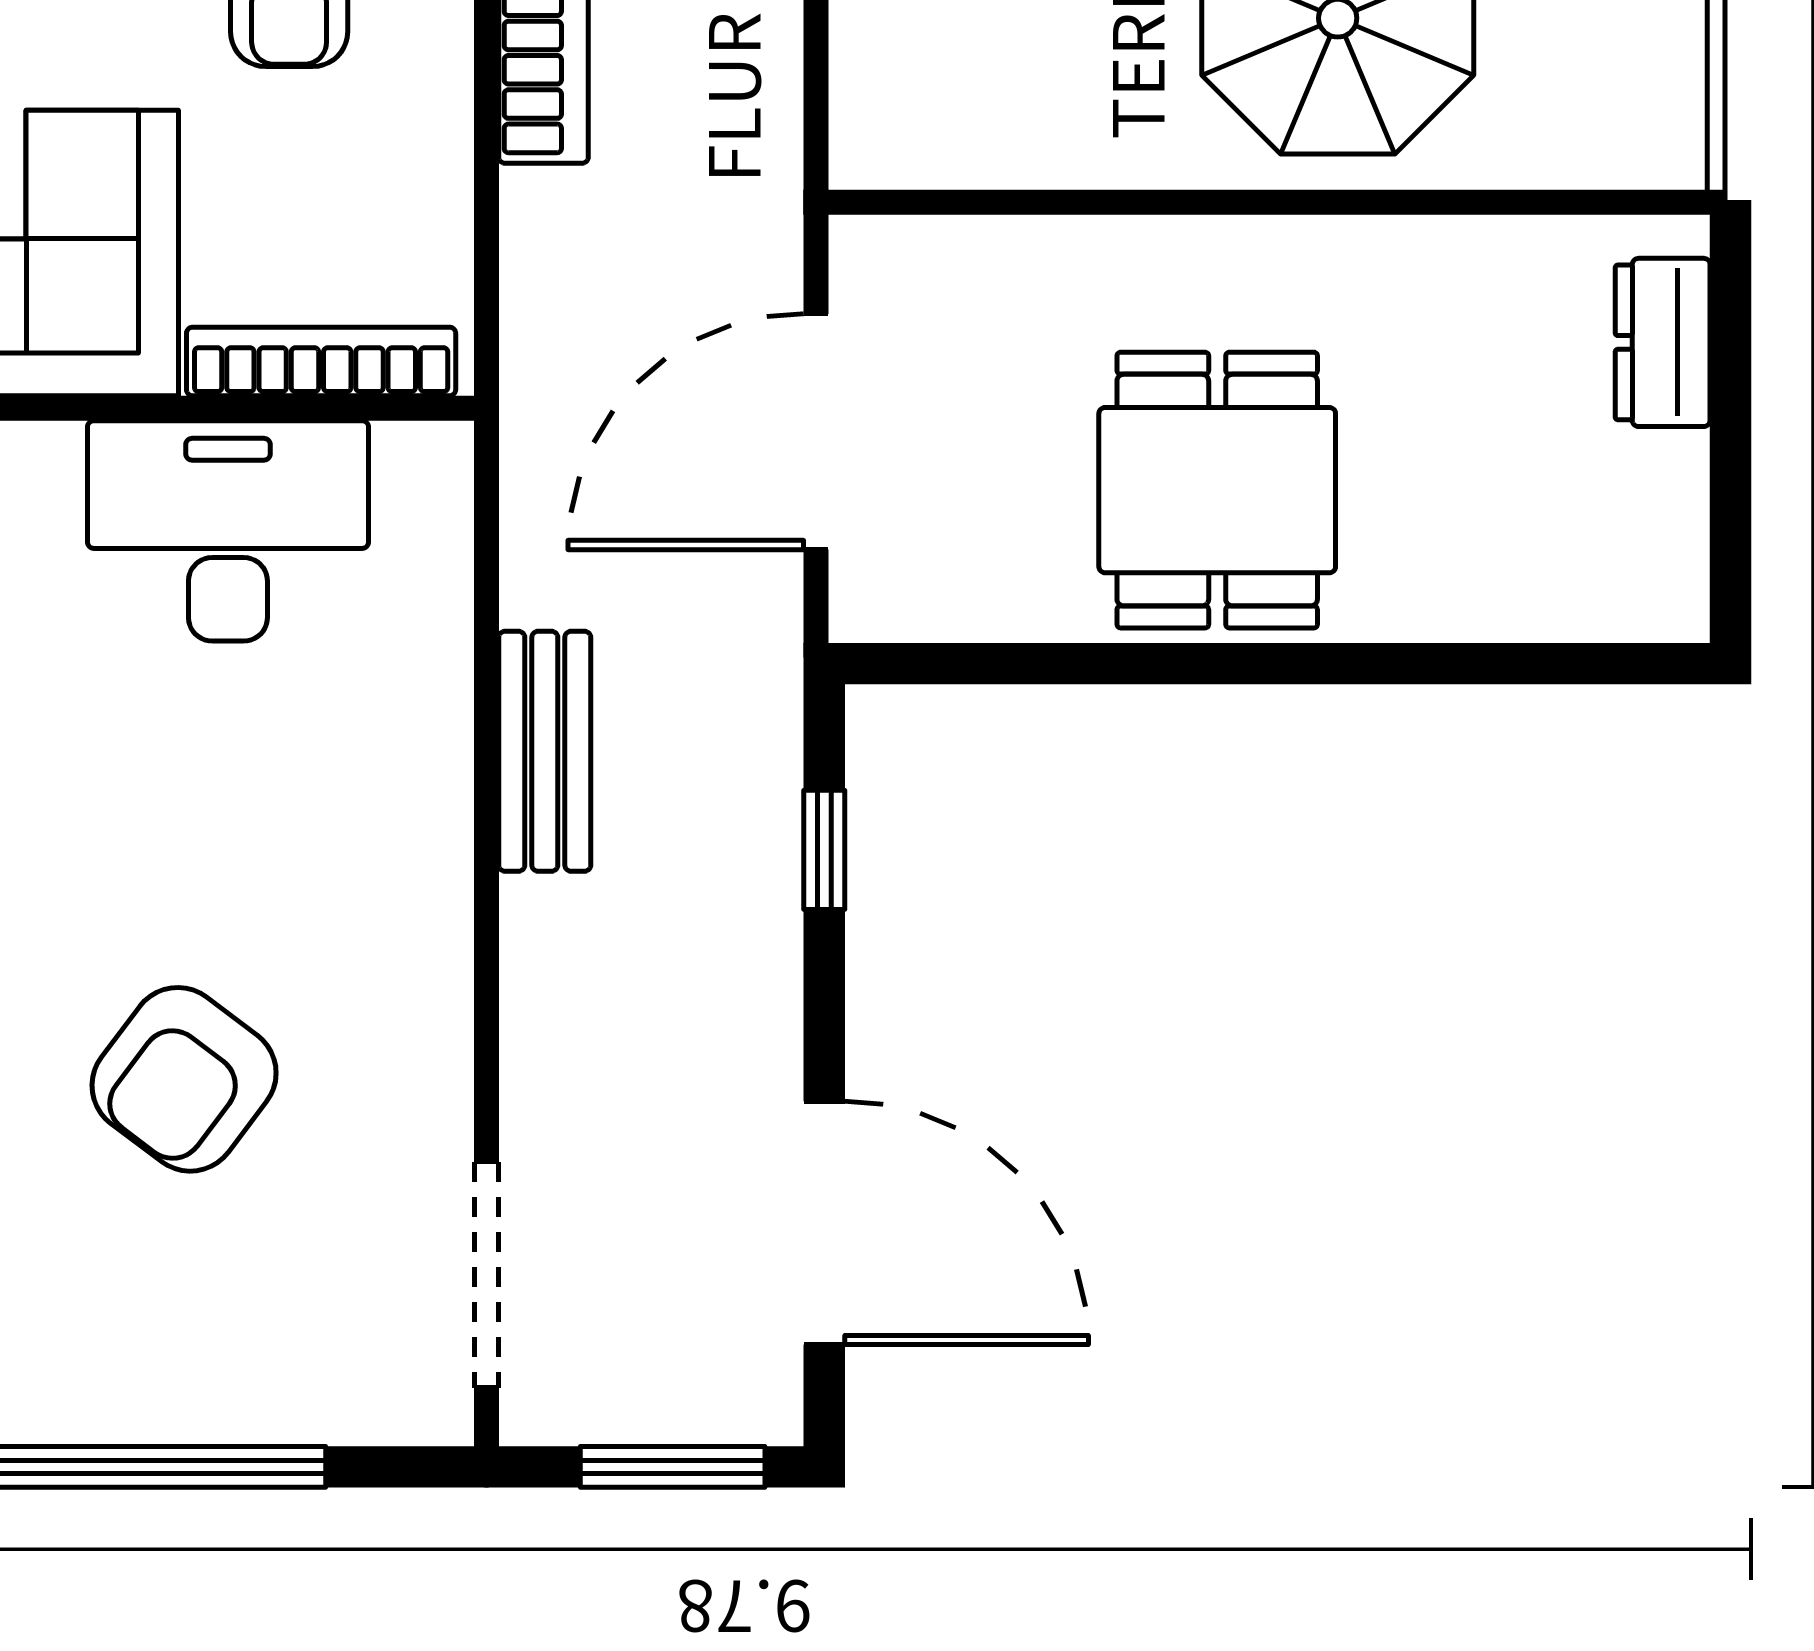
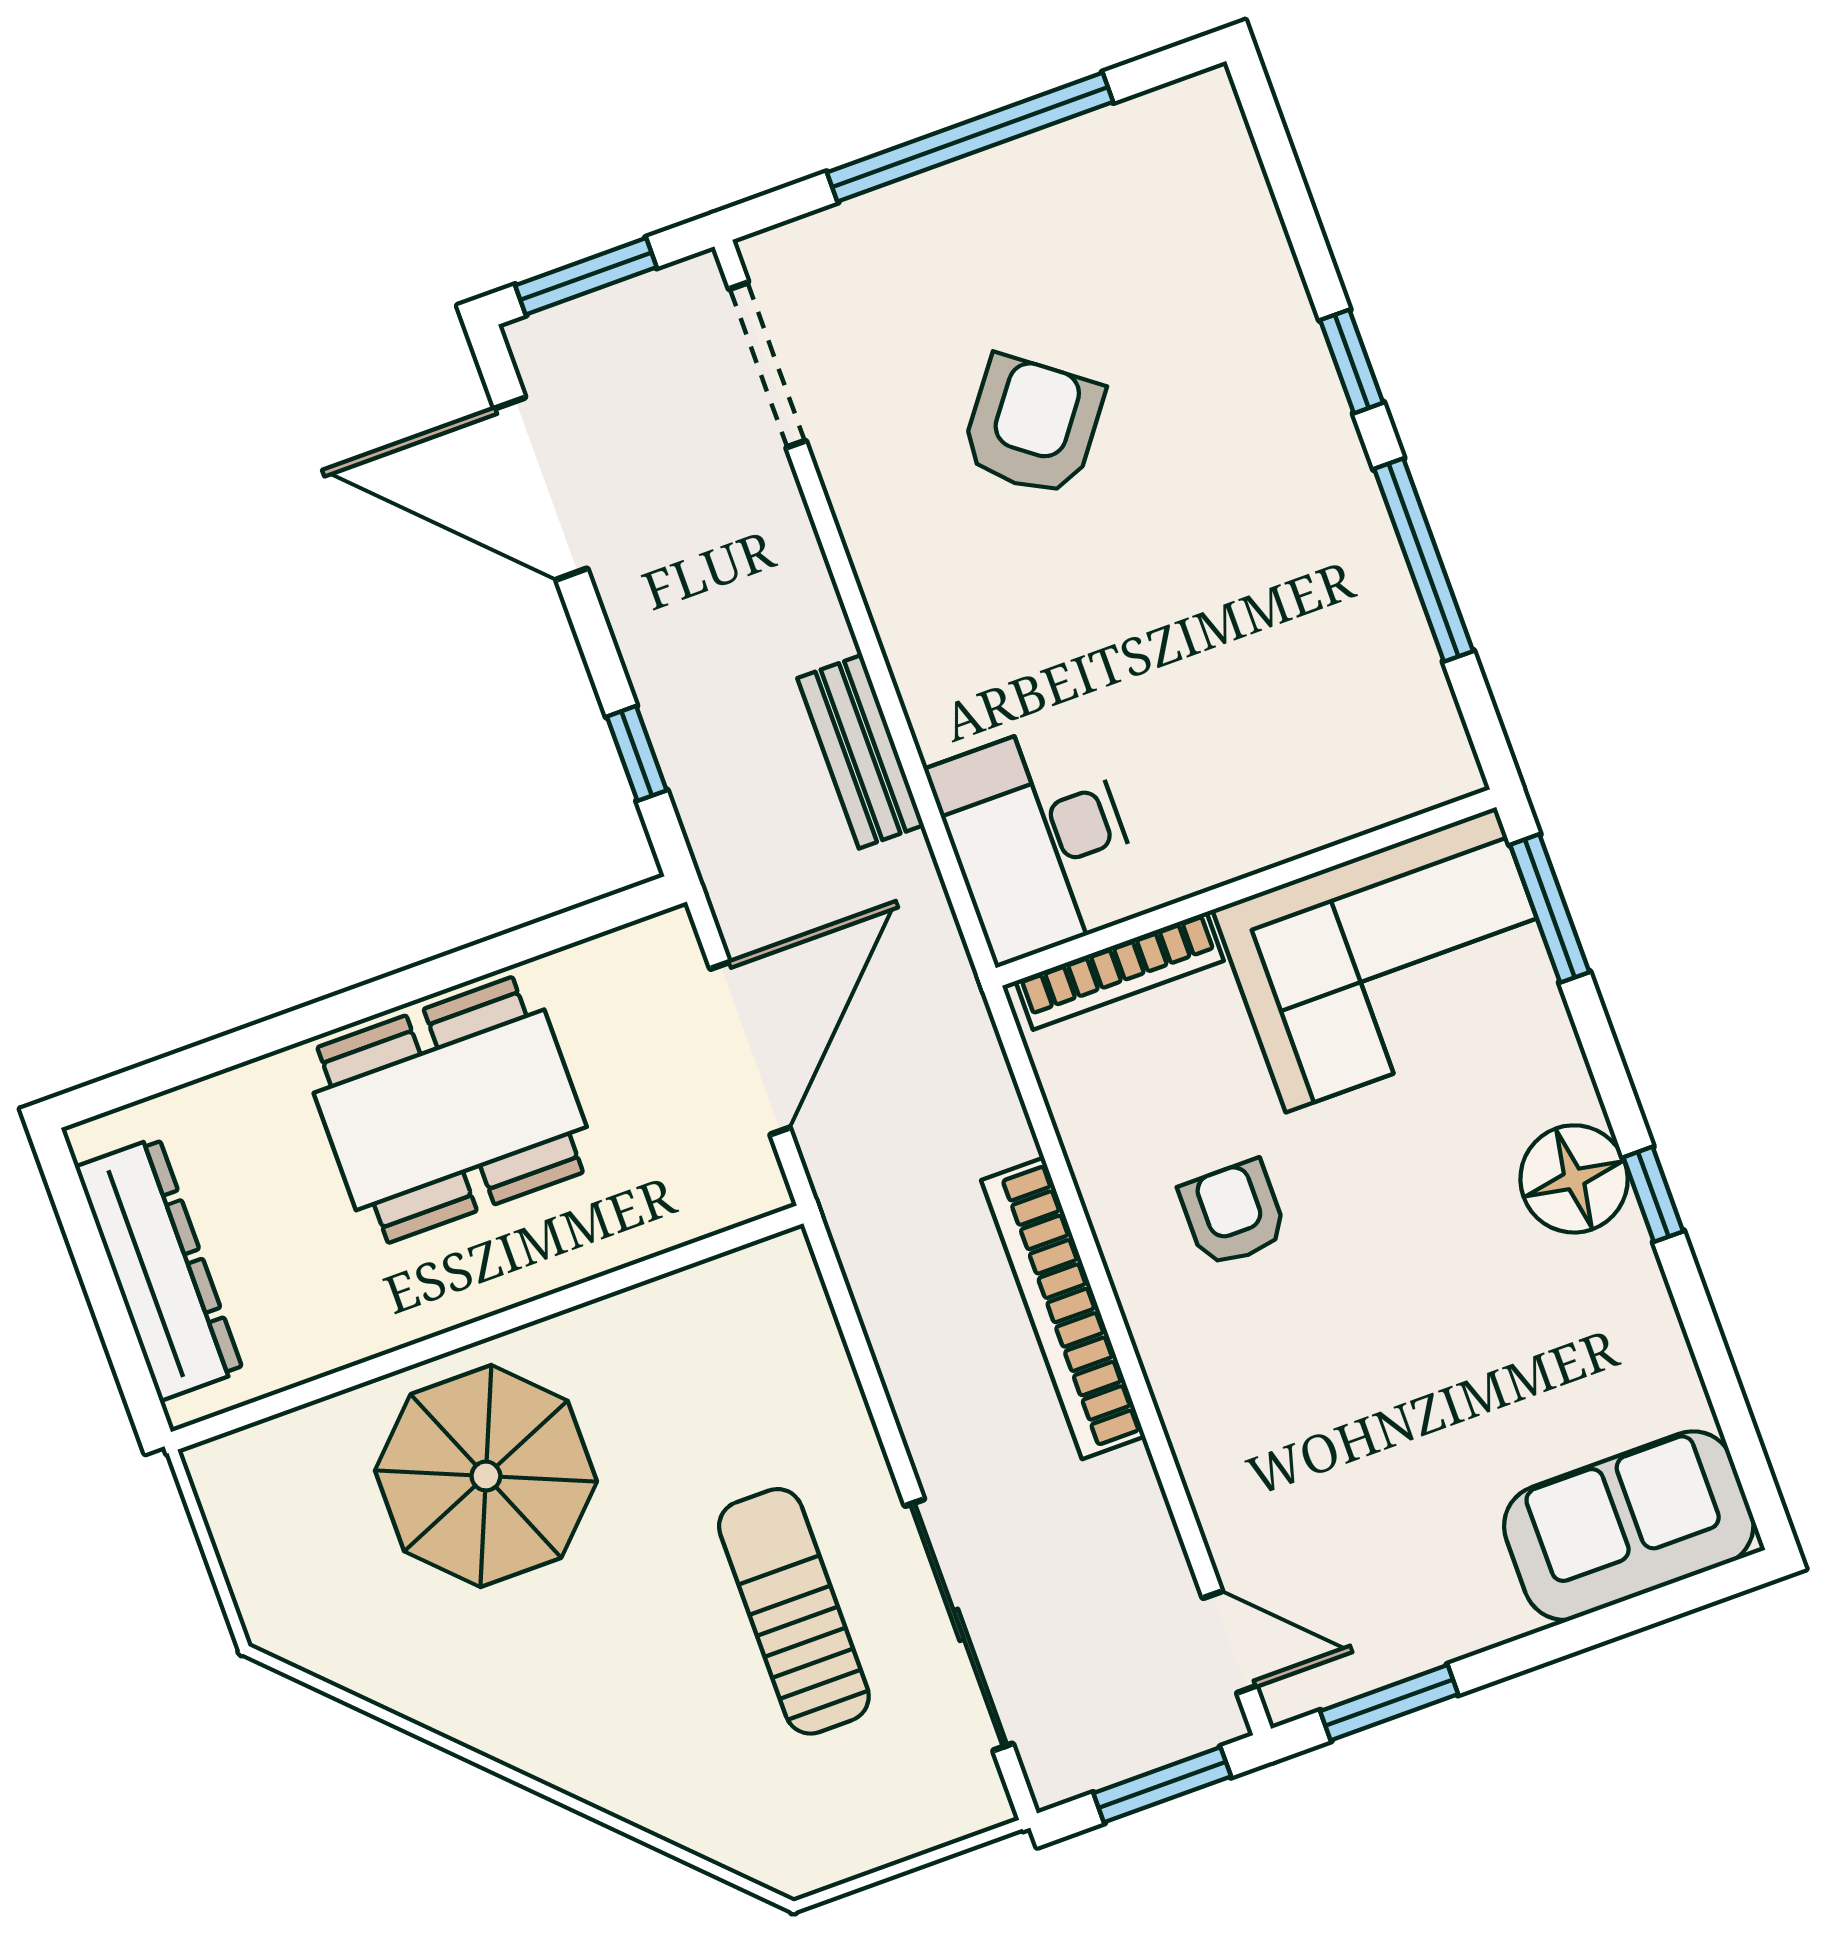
dresser: (1663, 342) -> (159, 1269), width x1.96, depth x1.24
dining table: (1217, 490) -> (450, 1110), width x1.37
desk: (228, 531) -> (1038, 840), moved, turned 90

